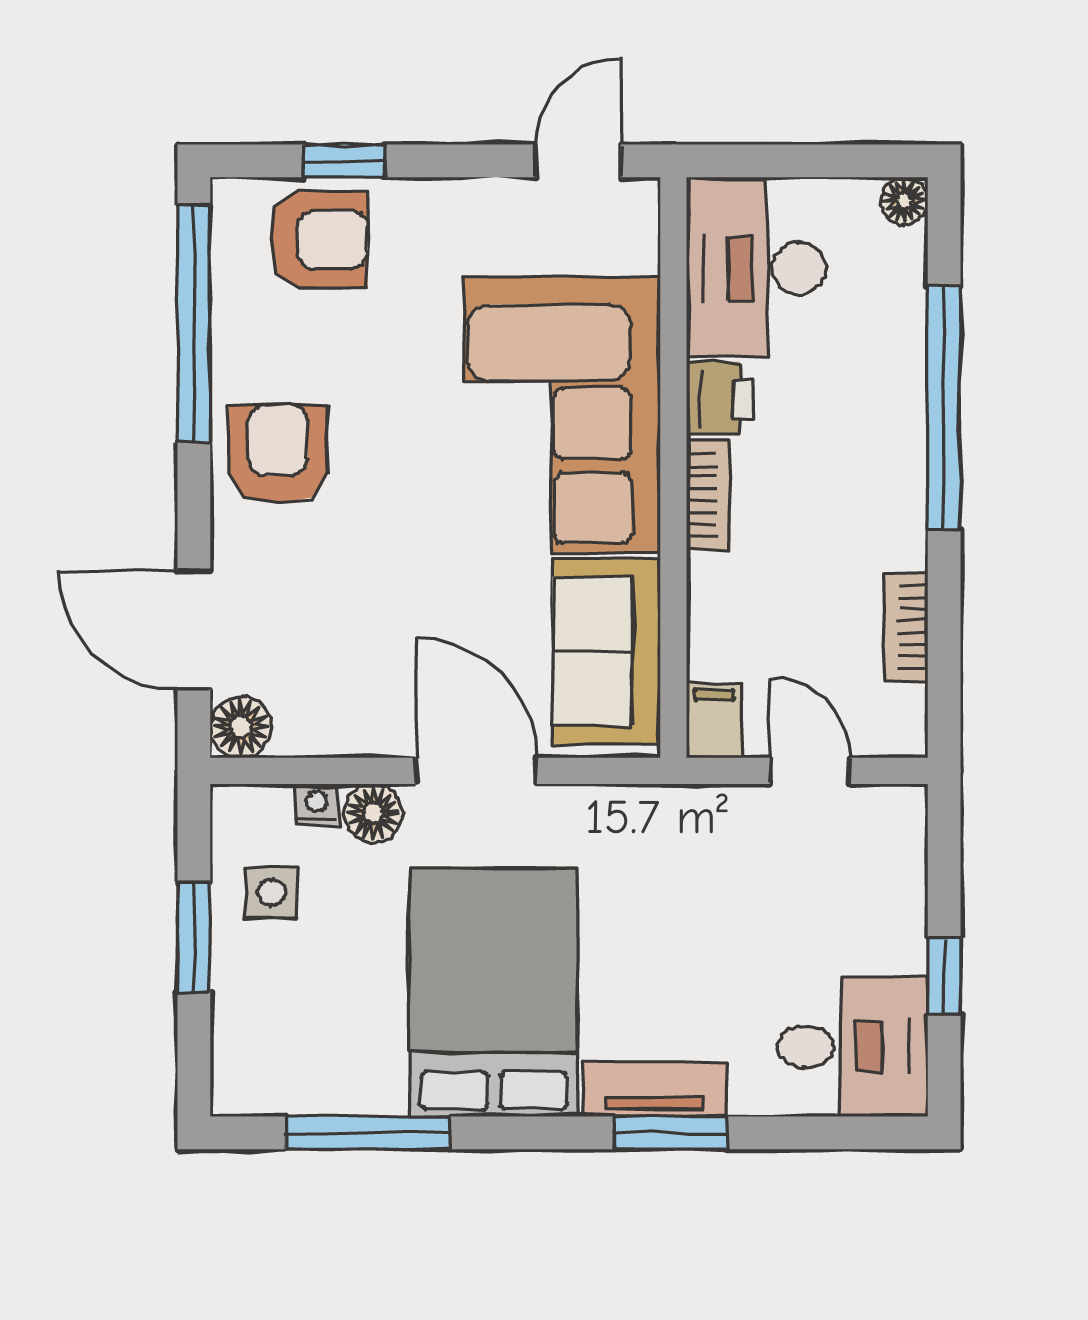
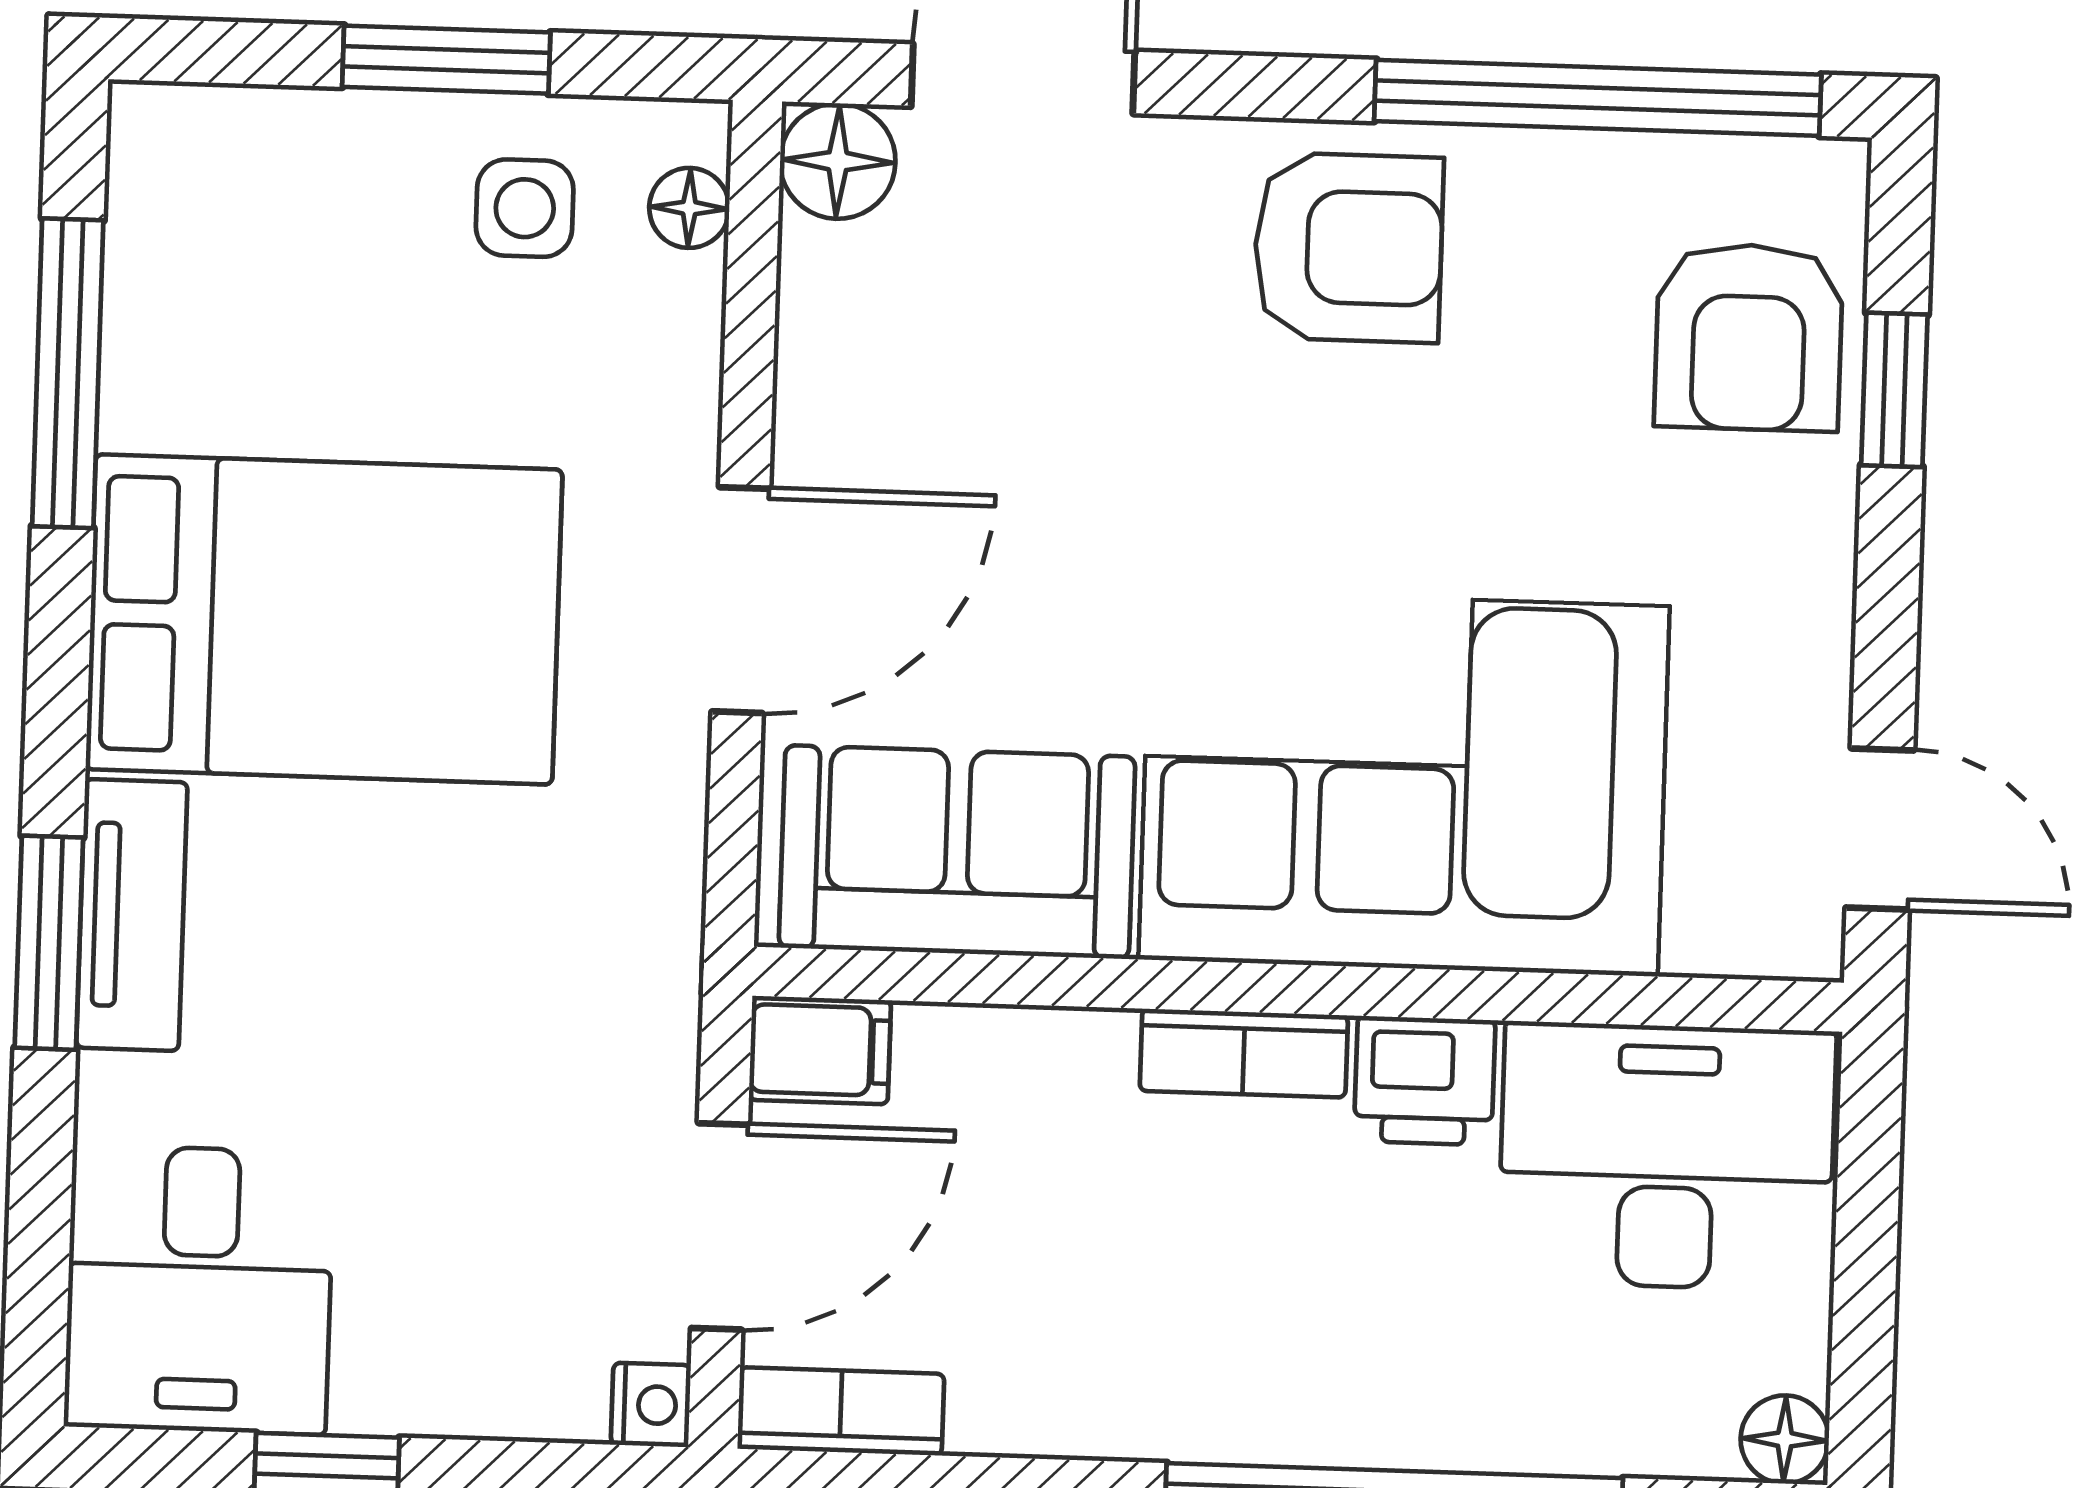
bookcase: (906, 627) -> (841, 1411), moved
door: (810, 771) -> (720, 1226), width x1.38
nightstand: (317, 805) -> (651, 1405), moved
floor lamp: (373, 813) -> (689, 208), moved, width x0.73, depth x0.73

